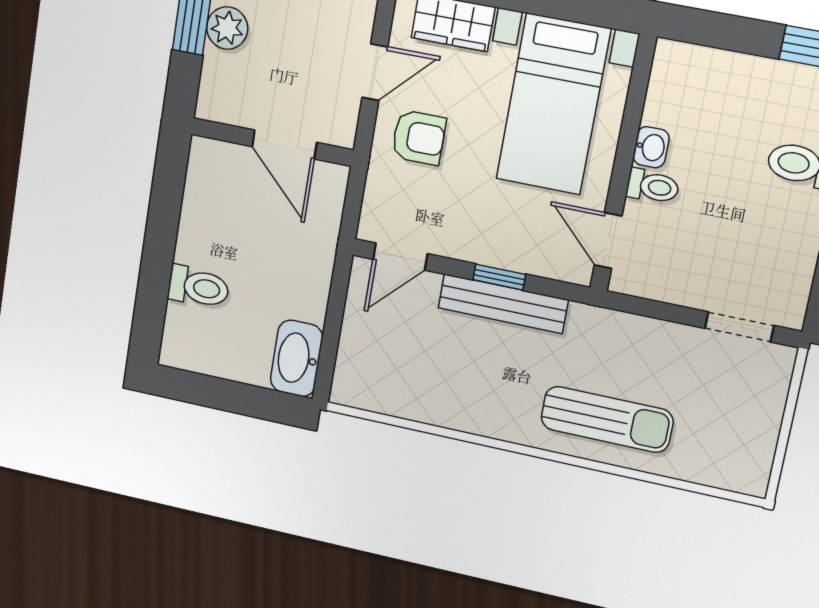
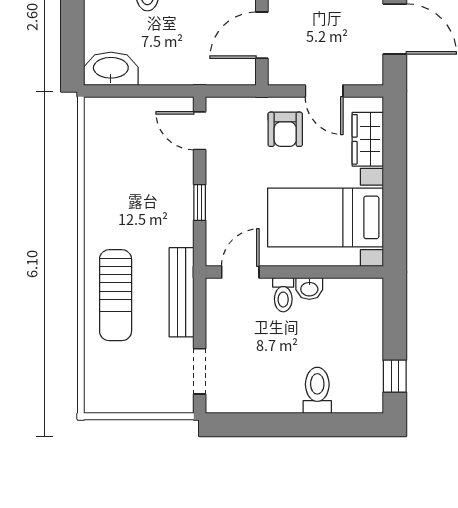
bench: (503, 304) -> (181, 292), moved

